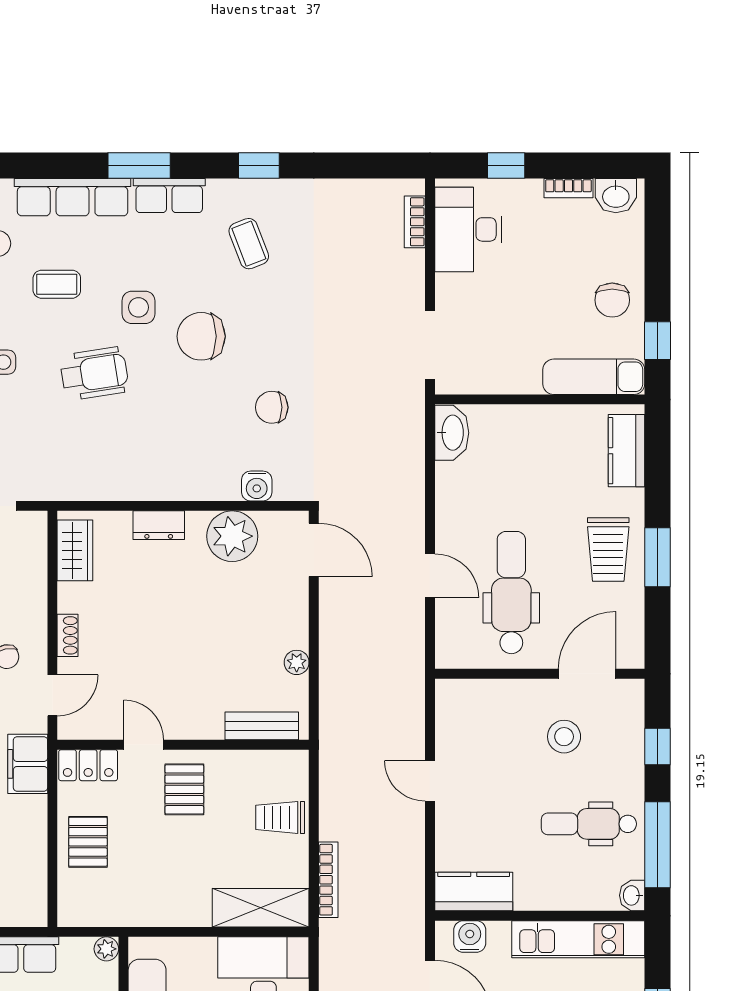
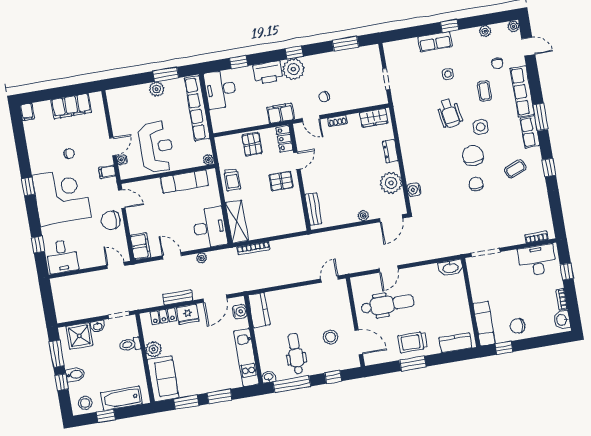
chair: (272, 407) -> (476, 184), moved
plant: (297, 662) -> (363, 216), moved
door: (430, 781) -> (330, 279), moved
trolley: (280, 817) -> (232, 180), moved, turned 180
pallet: (88, 842) -> (252, 144), turned 90

